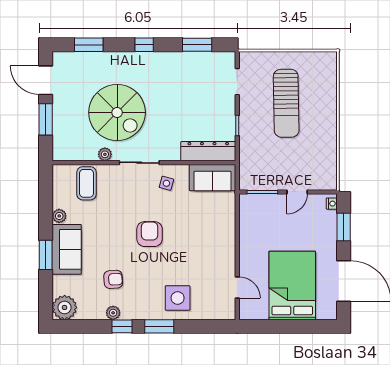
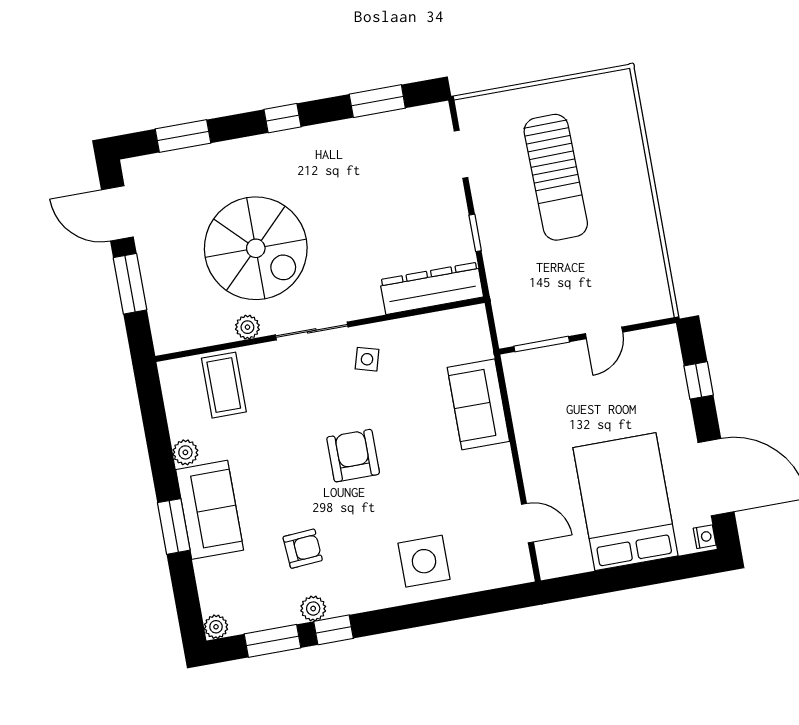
sofa: (213, 178) -> (478, 404), moved, turned 90
nightstand: (332, 204) -> (705, 537), moved
window: (344, 227) -> (699, 380), width x0.67
plant: (65, 307) -> (216, 627), width x0.53, depth x0.53
window: (159, 326) -> (273, 641), moved

